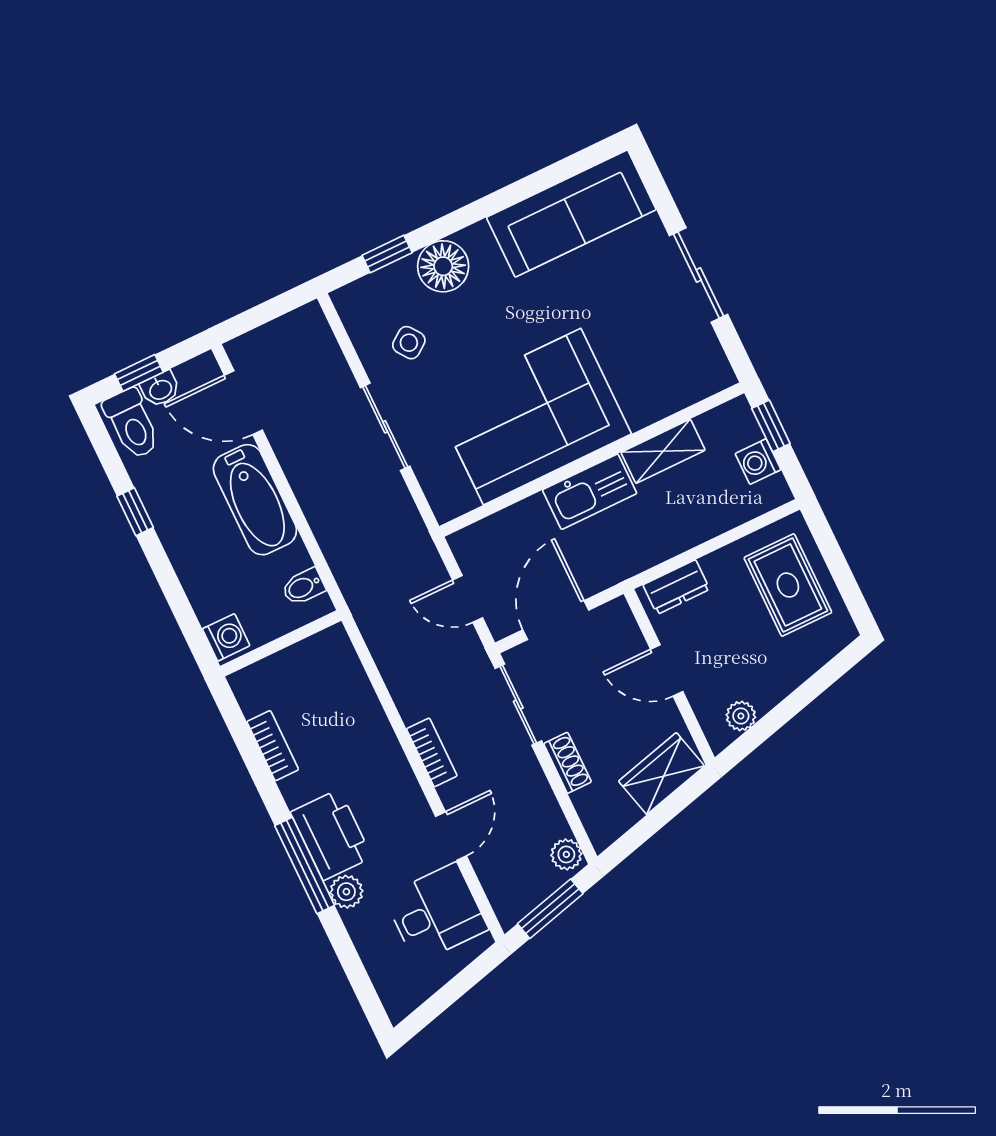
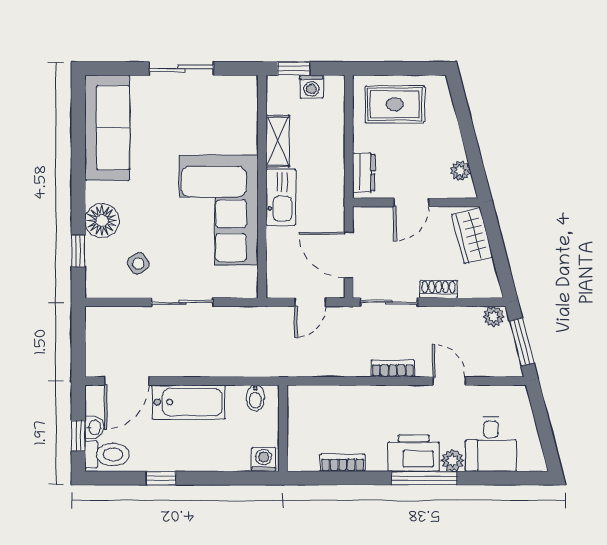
desk: (436, 913) -> (491, 444), moved, turned 180

